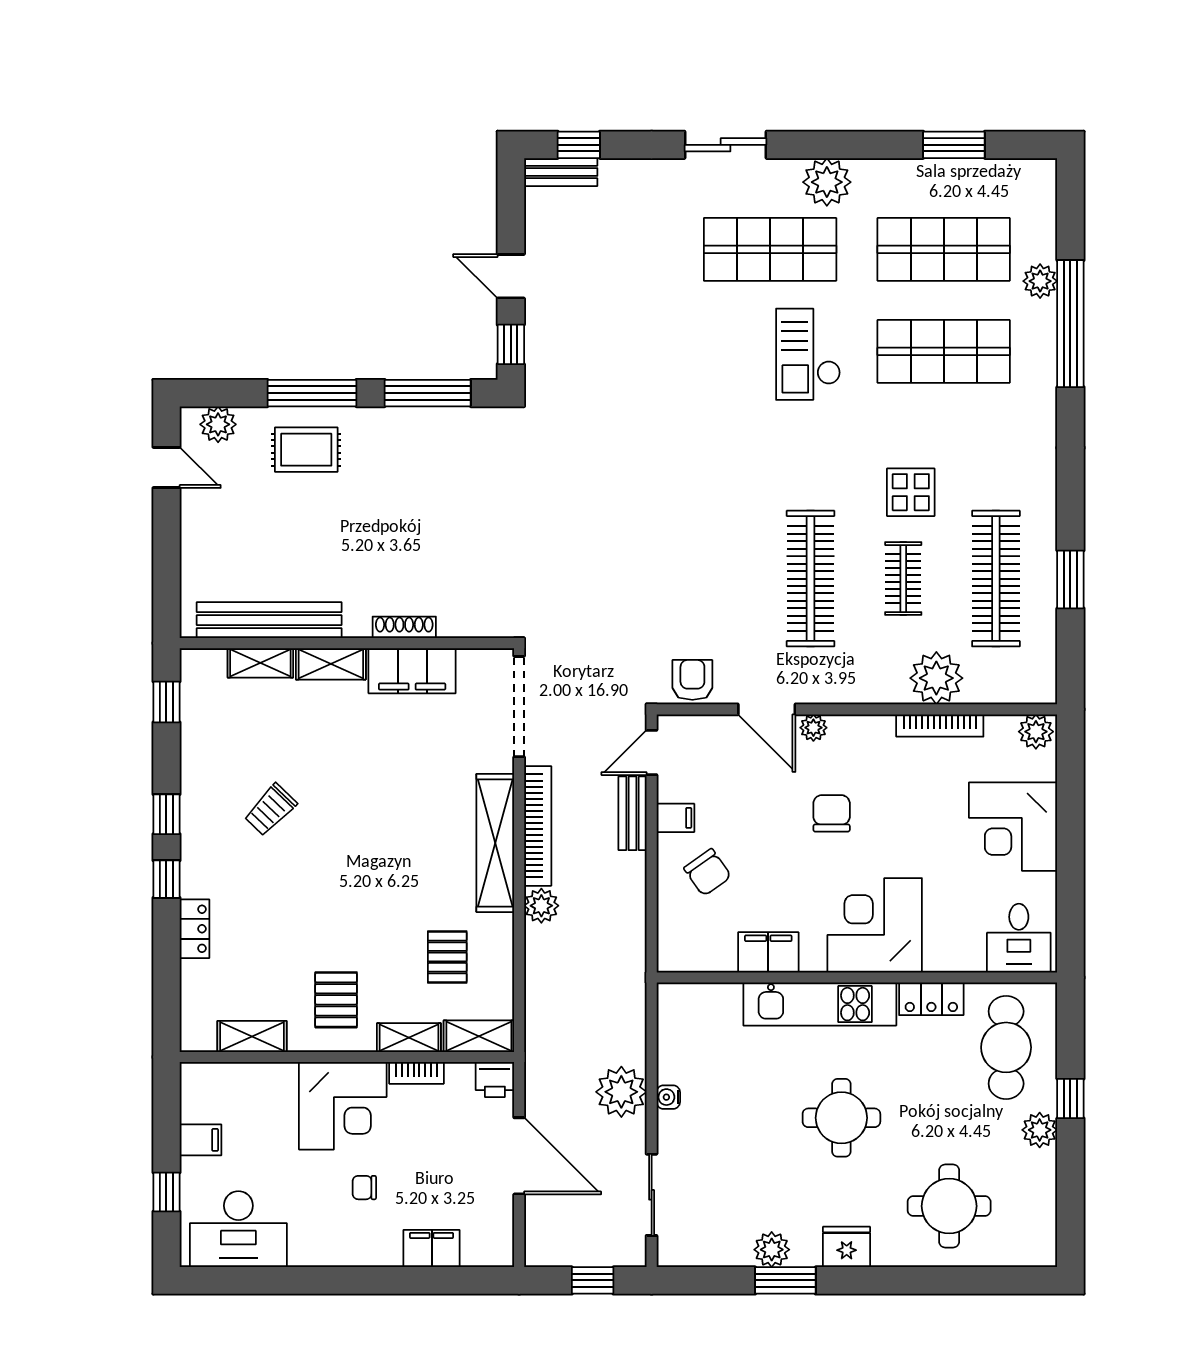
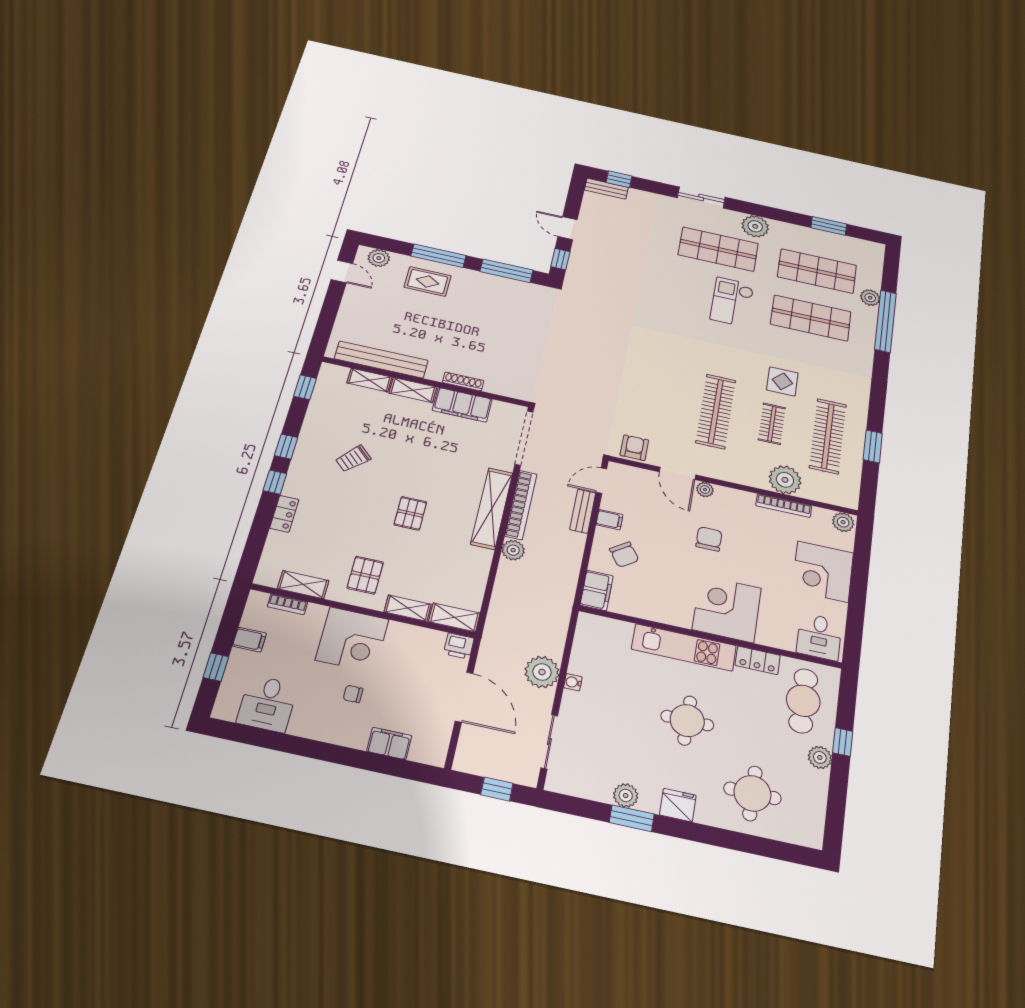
filing cabinet: (768, 952) -> (597, 590), moved, turned 90
pallet: (447, 957) -> (410, 513), moved
bookcase: (417, 1073) -> (287, 604), moved
desk: (238, 1229) -> (267, 704), width x0.73

